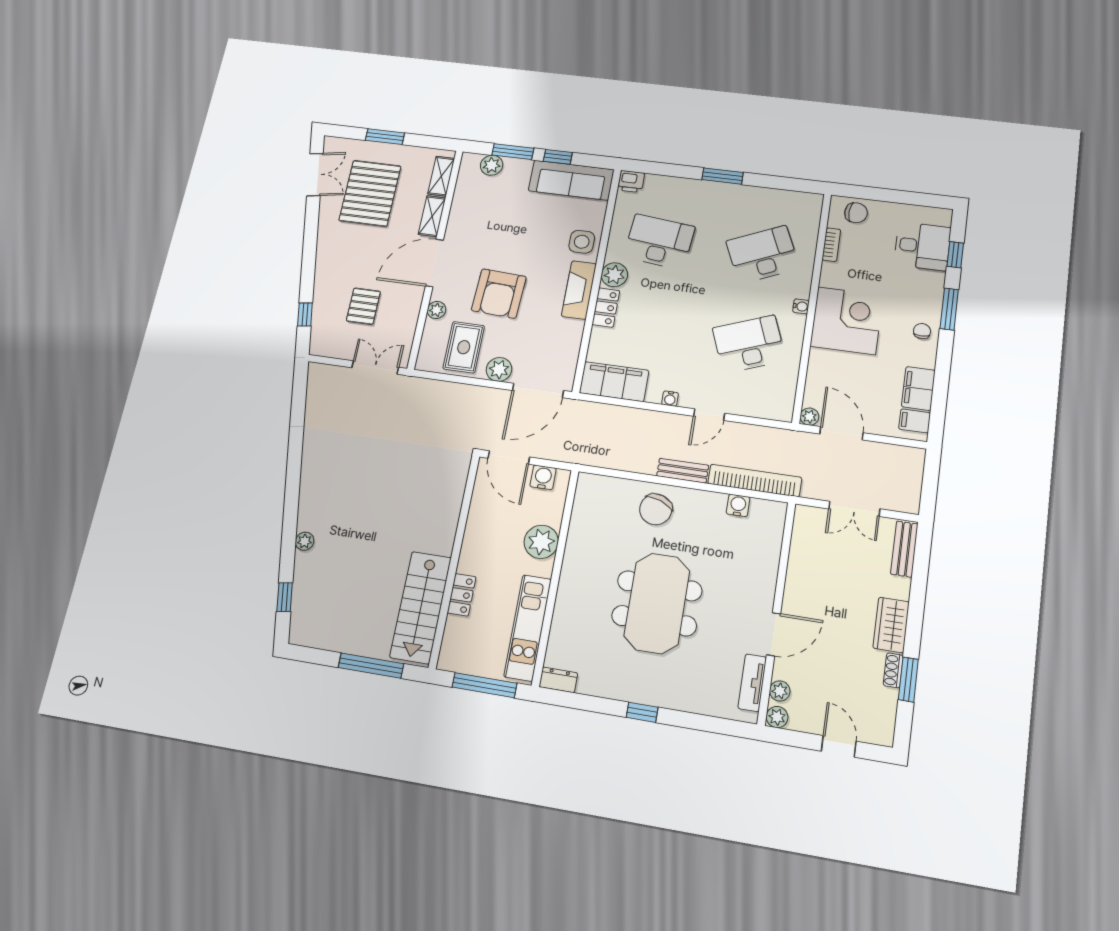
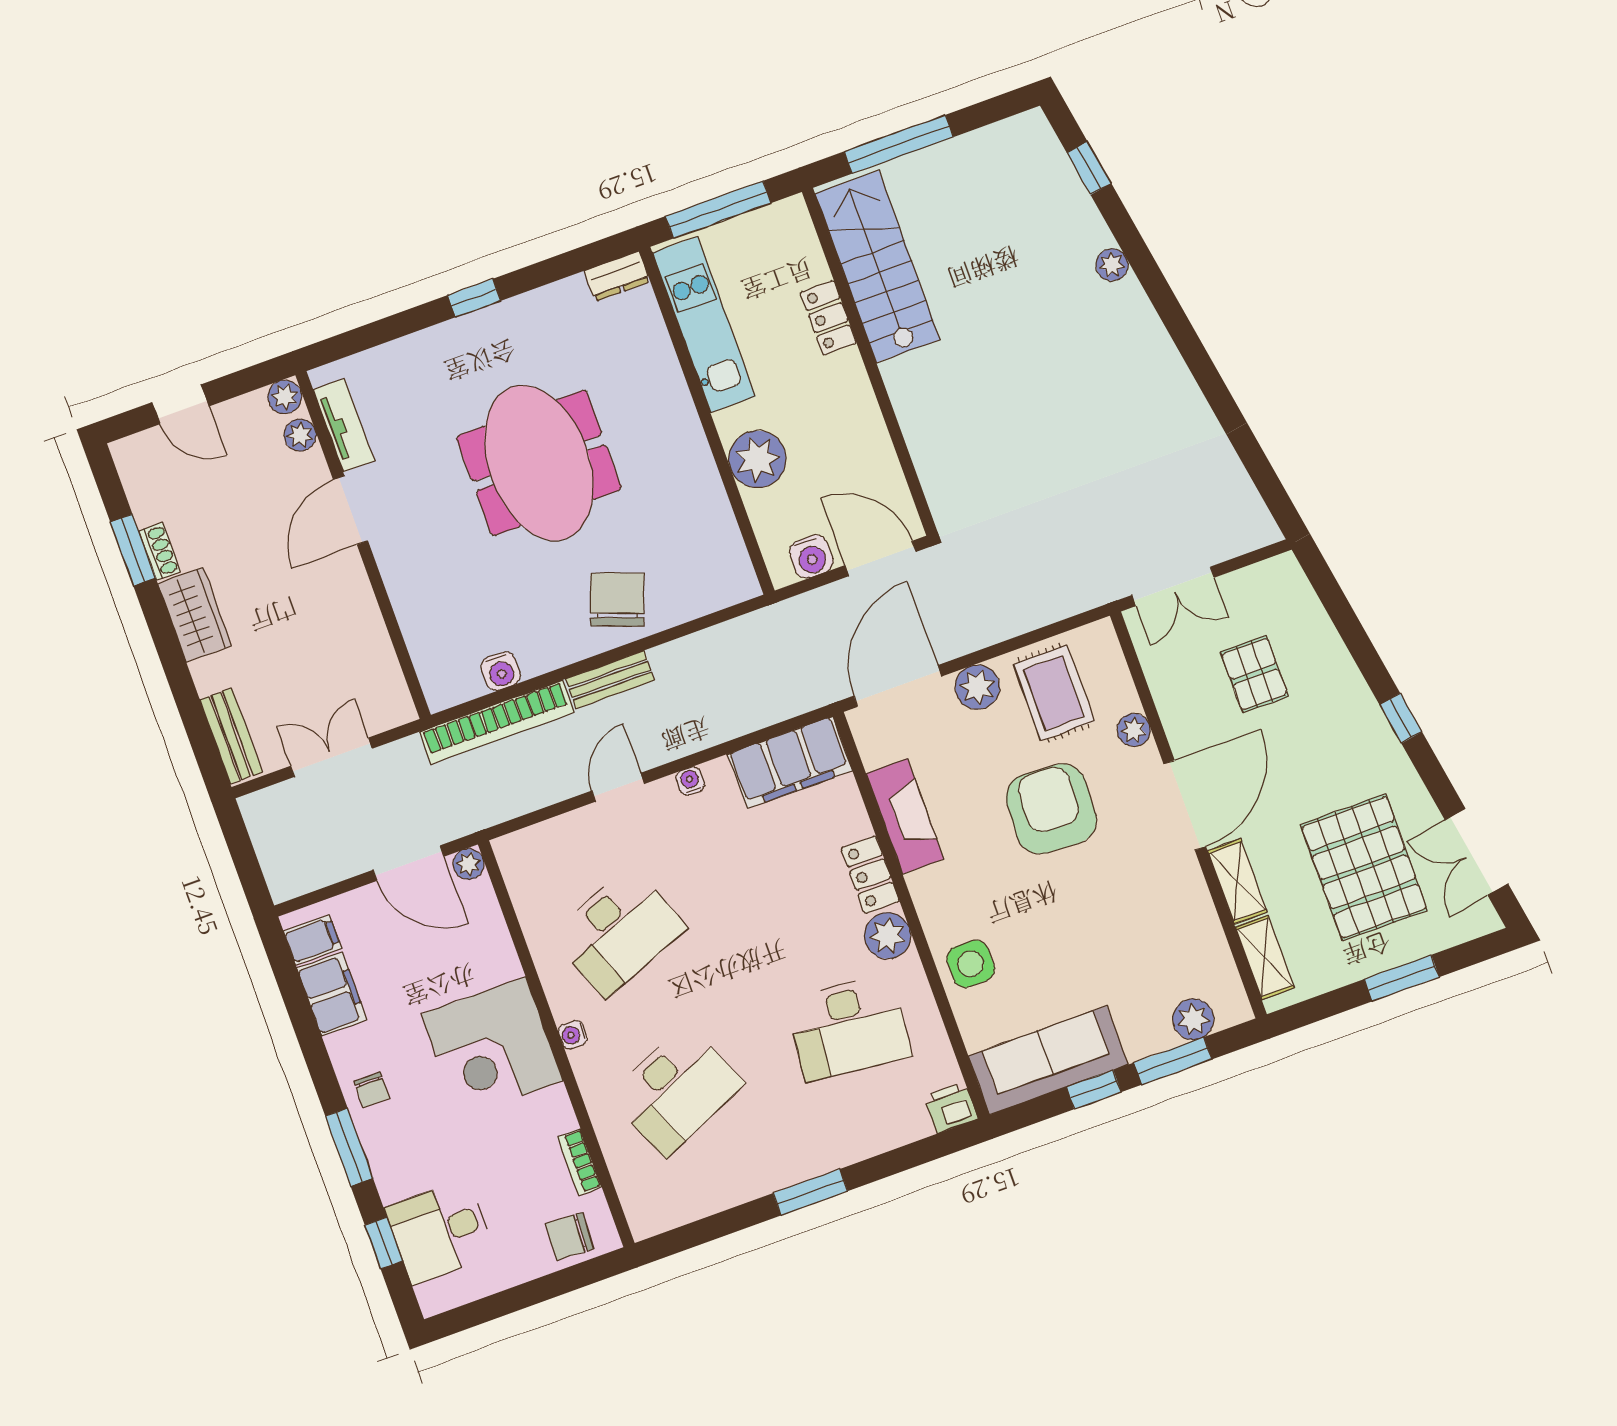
fireplace: (579, 290) -> (905, 816), moved
window: (305, 314) -> (1401, 718), moved

